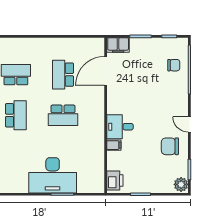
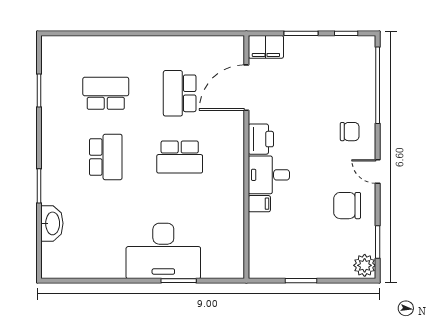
chair: (174, 65) -> (350, 132), moved
printer: (115, 181) -> (261, 139), moved

